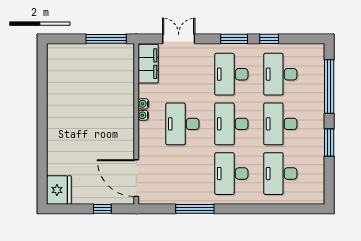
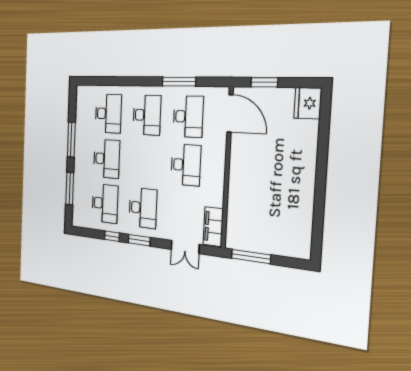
window: (329, 87) -> (70, 189), width x0.68
water cooler: (143, 104) -> (220, 188), removed
water cooler: (143, 115) -> (220, 176), removed
desk: (231, 124) -> (188, 117), moved
window: (329, 143) -> (71, 140), width x1.44
window: (102, 209) -> (264, 82), width x1.50

